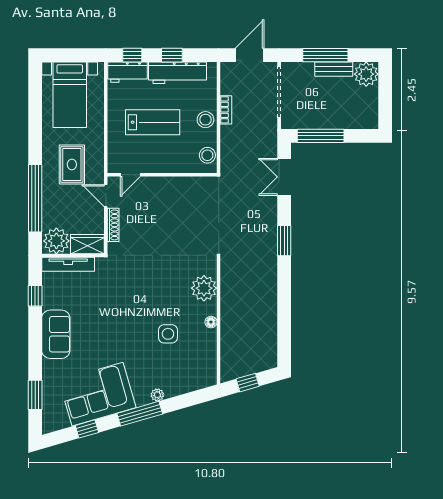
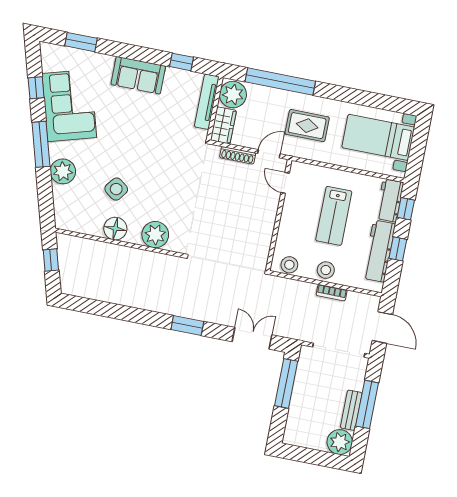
floor lamp: (211, 322) -> (115, 229), width x1.89, depth x1.89
side table: (168, 334) -> (116, 189), turned 37
plant: (157, 395) -> (63, 171), width x1.87, depth x1.87

